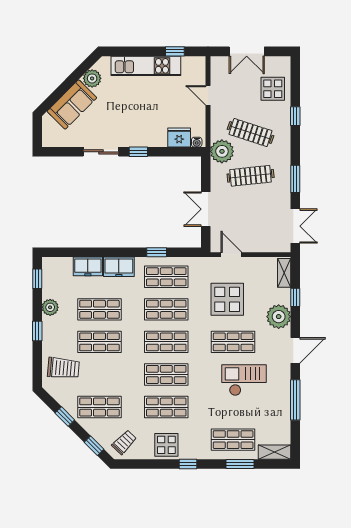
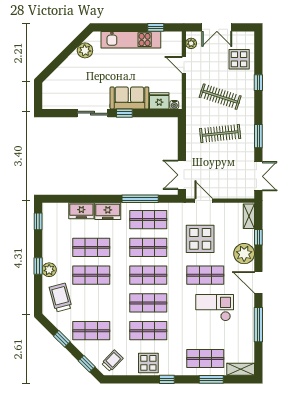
sofa: (72, 104) -> (129, 98), moved, turned -135
plant: (222, 151) -> (191, 43), moved, width x0.53, depth x0.53
double door: (206, 209) -> (182, 175), moved
window: (157, 252) -> (140, 199), width x2.17
plant: (50, 307) -> (49, 270), moved
door: (295, 350) -> (258, 282), swing flipped
trolley: (63, 368) -> (61, 298), turned -110

